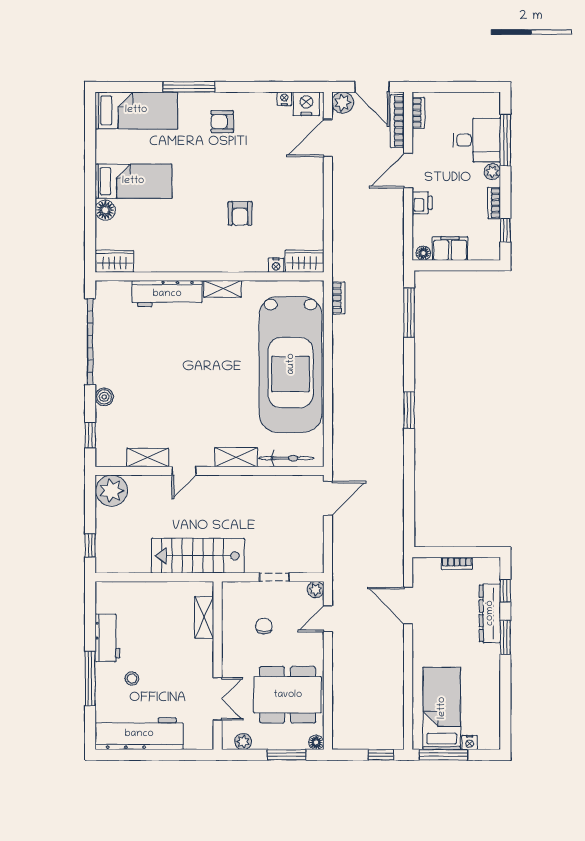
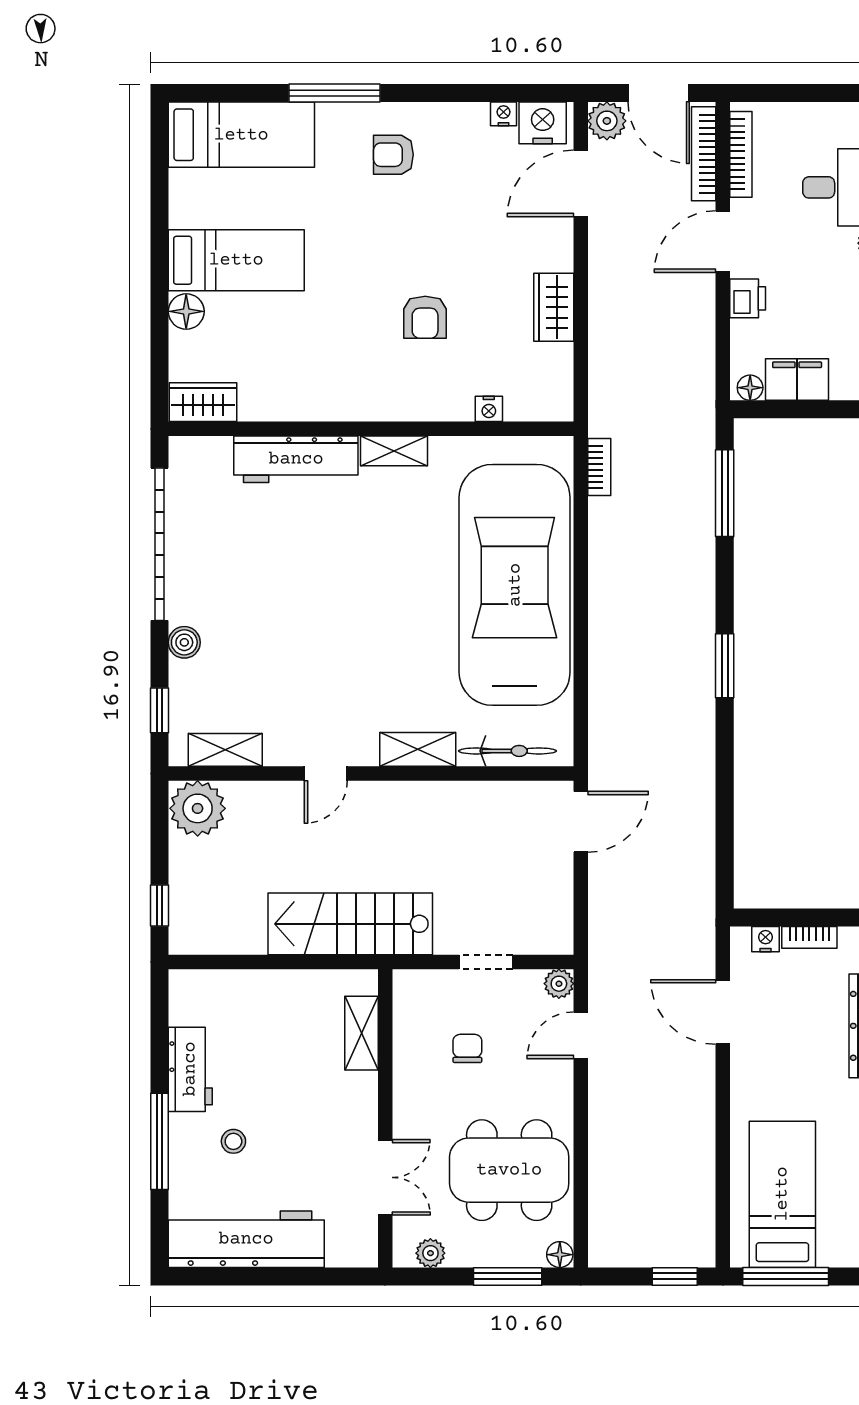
bookcase: (418, 113) -> (741, 154), width x1.56
wardrobe: (305, 261) -> (554, 307), moved, turned -90
car: (291, 364) -> (515, 585), turned 180
shelving: (148, 458) -> (225, 750), moved
nightstand: (470, 743) -> (766, 939), moved, turned 180

